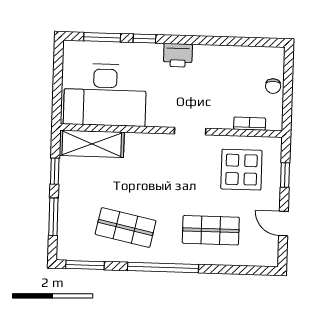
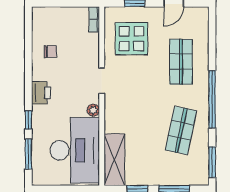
chair: (273, 86) -> (50, 51), moved
plant: (154, 119) -> (93, 110), added
bookcase: (250, 124) -> (94, 19), moved

